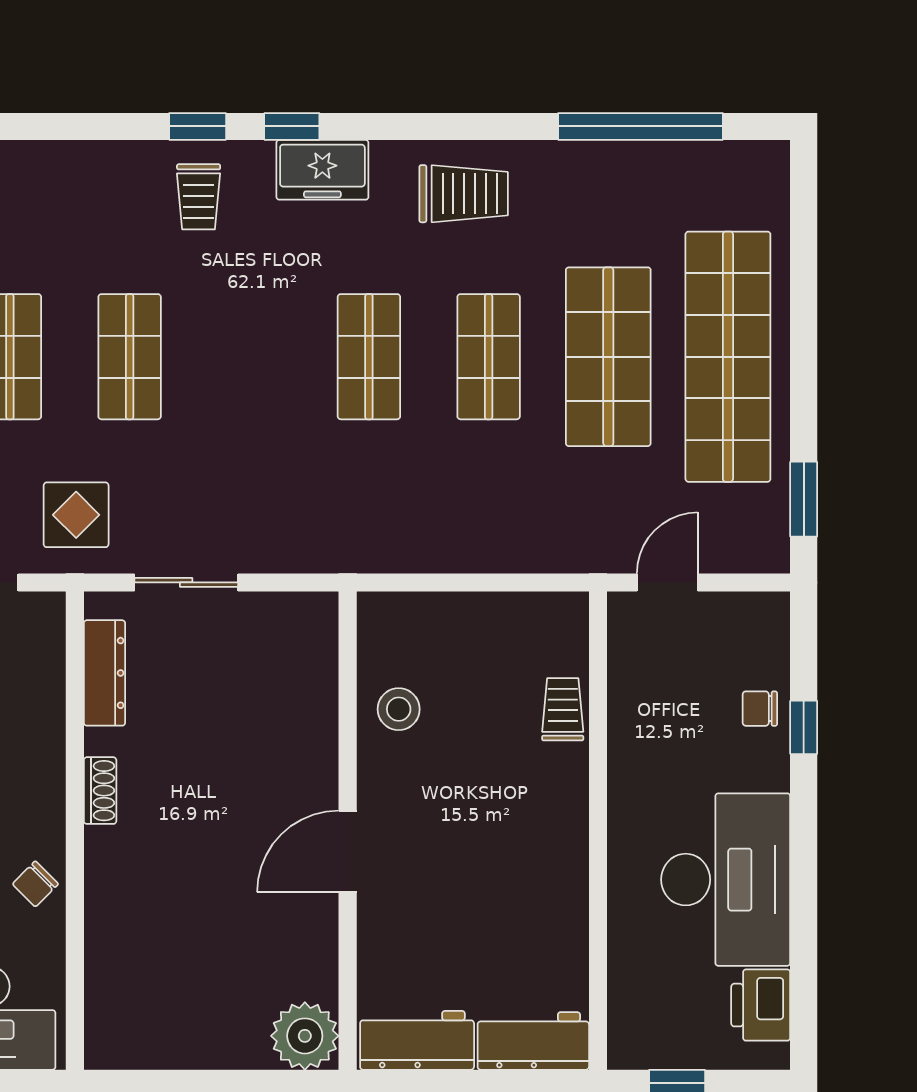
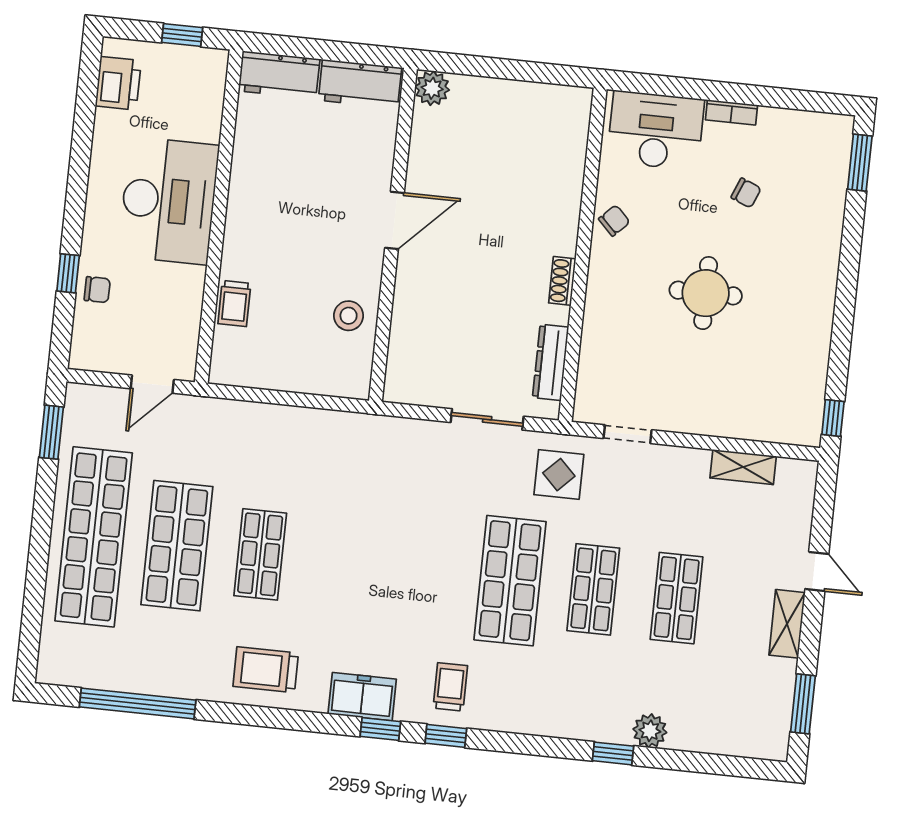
shop shelf: (130, 357) -> (510, 581), width x1.43, depth x1.36
shop shelf: (369, 357) -> (343, 563), removed
desk: (726, 880) -> (169, 201), moved, turned 180
plant: (305, 1036) -> (432, 88), width x0.73, depth x0.73

